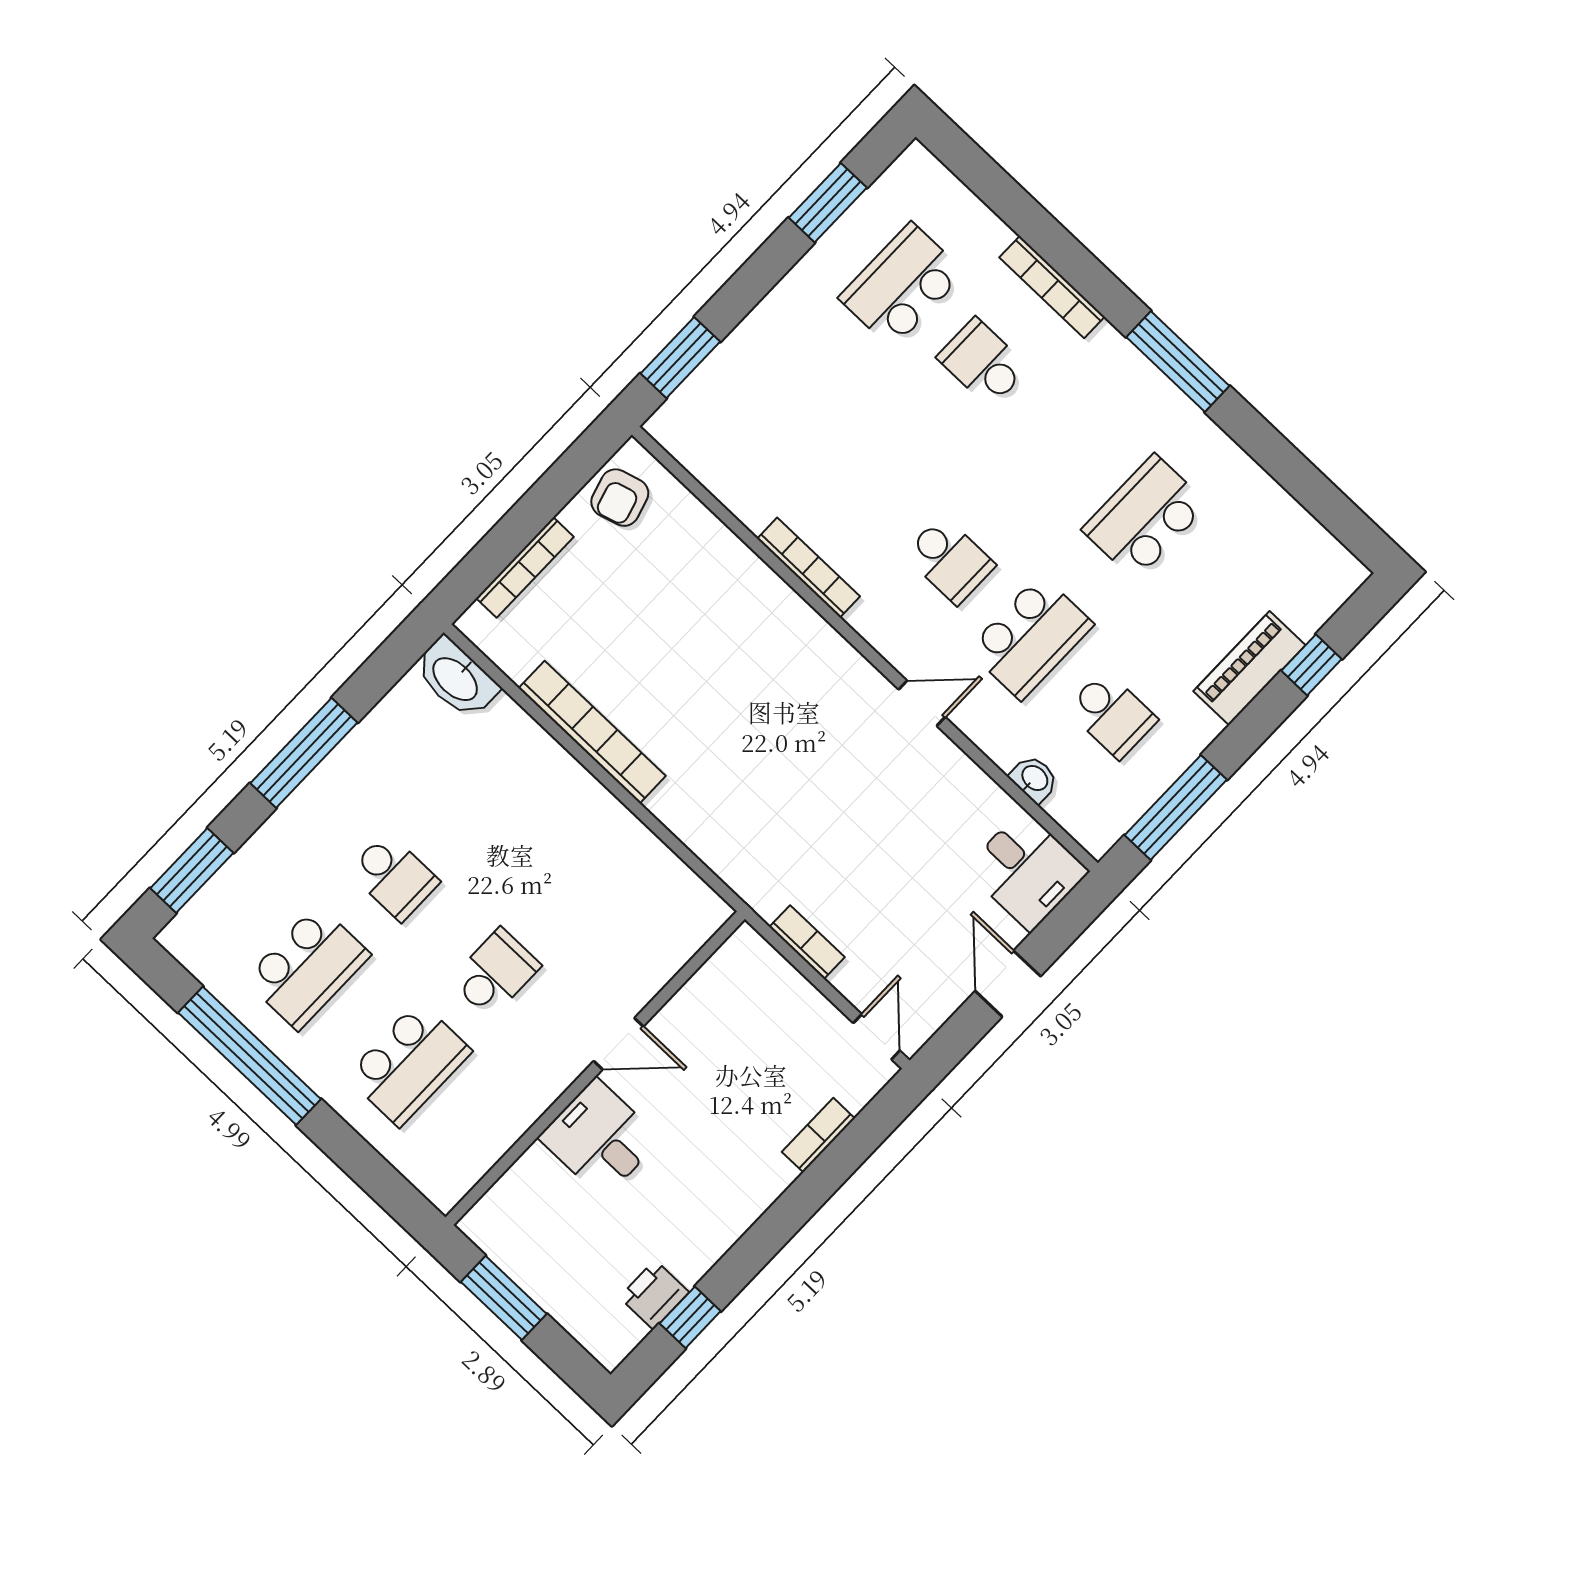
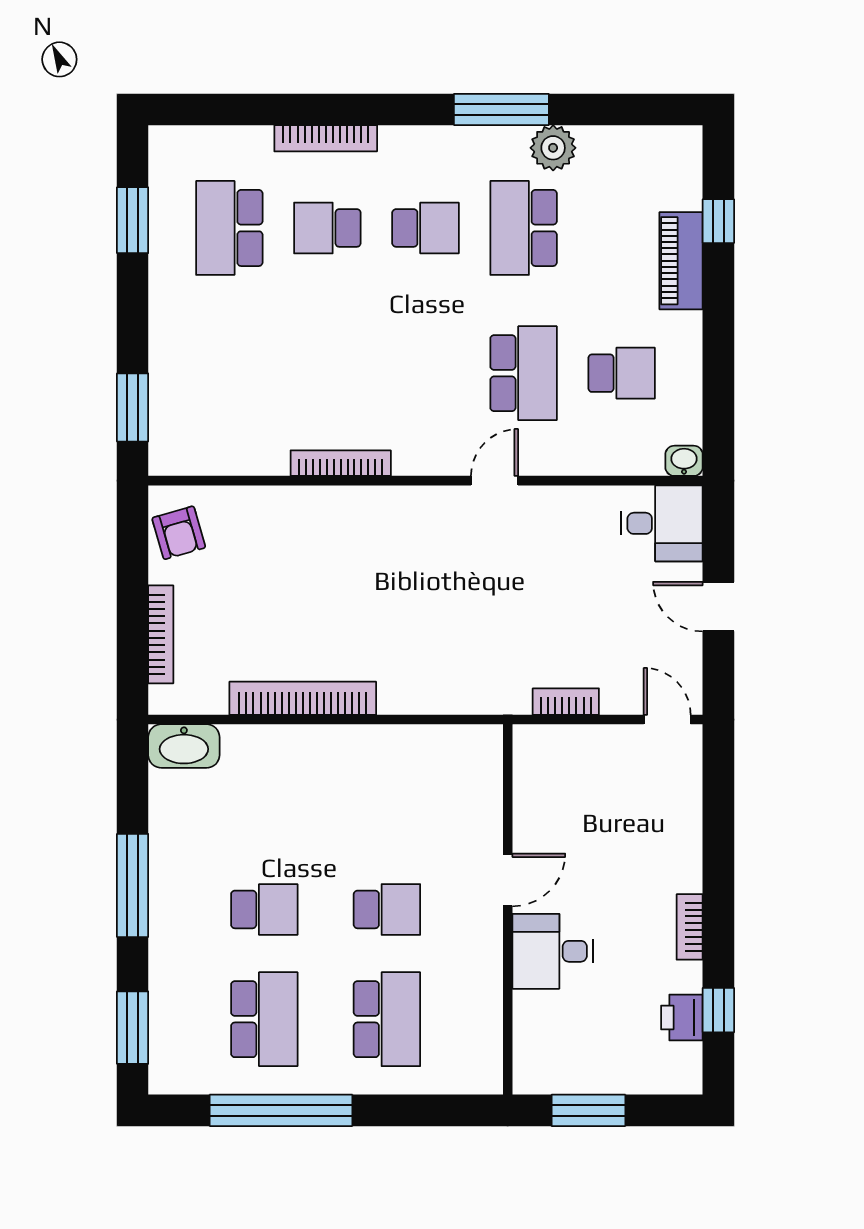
window: (1178, 361) -> (501, 109), moved
plant: (1233, 474) -> (553, 148), added
school desk: (950, 560) -> (425, 228), moved
washbasin: (1034, 779) -> (684, 461), moved
window: (1176, 807) -> (718, 394), removed
school desk: (495, 973) -> (387, 909), turned 90
bookcase: (818, 1135) -> (690, 927), moved

